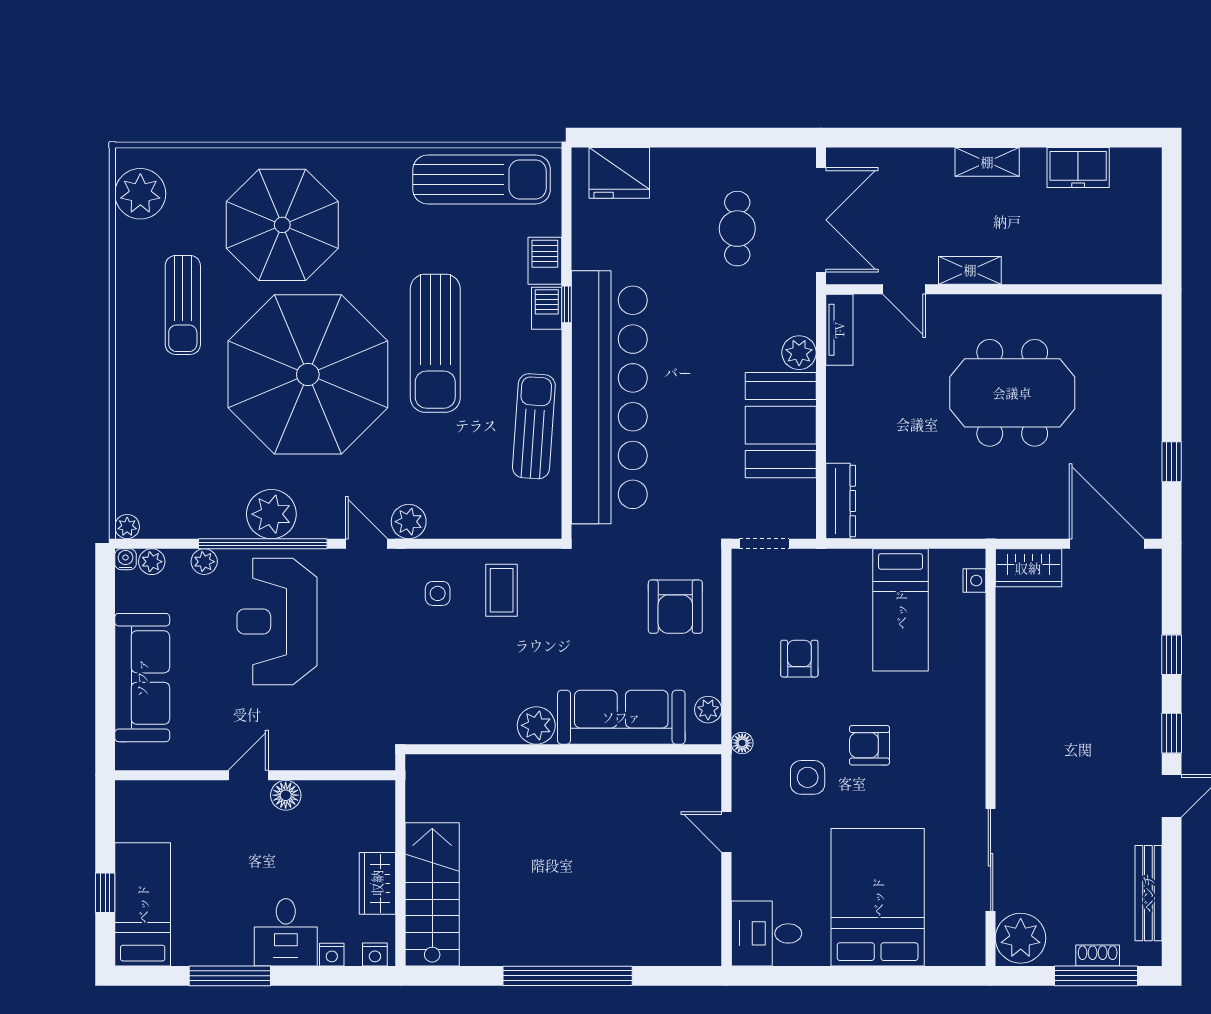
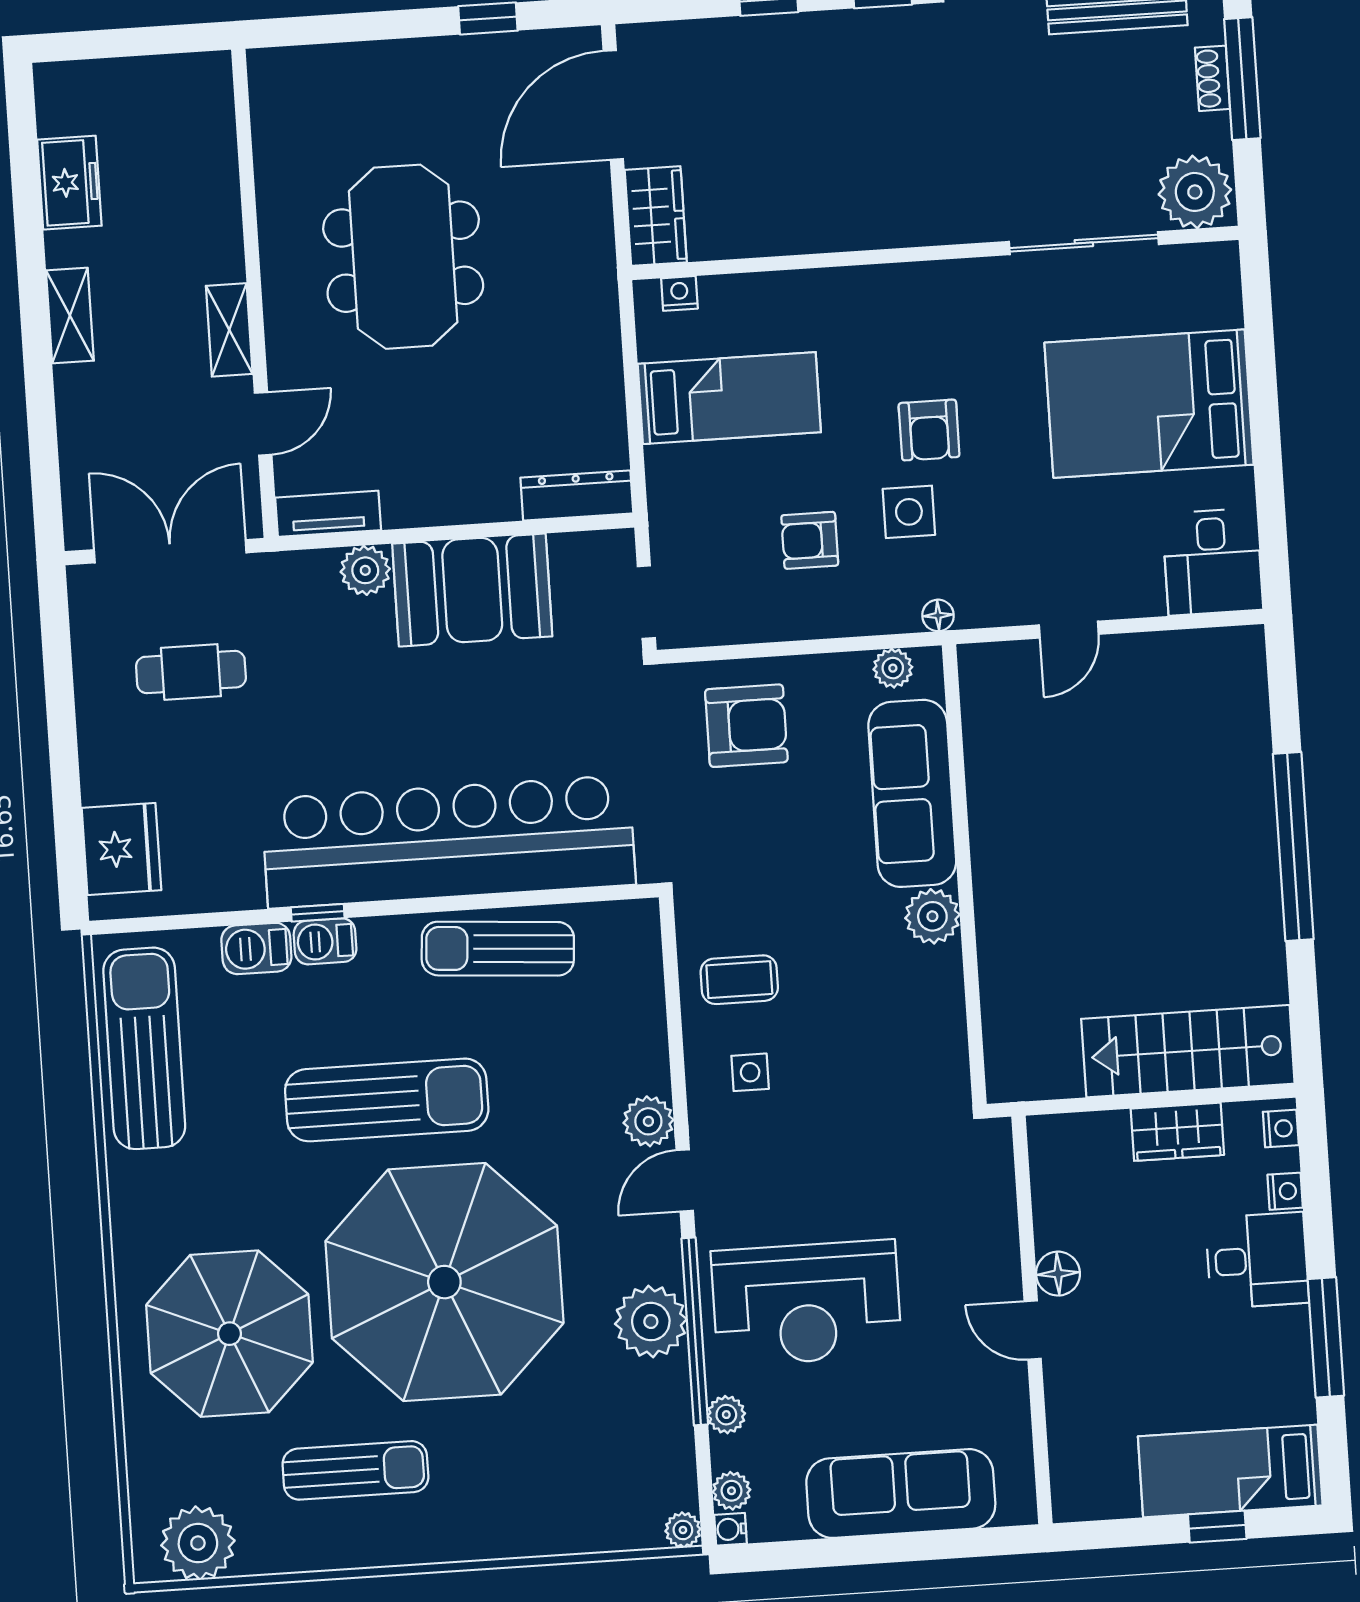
side table: (808, 777) -> (909, 512), moved

